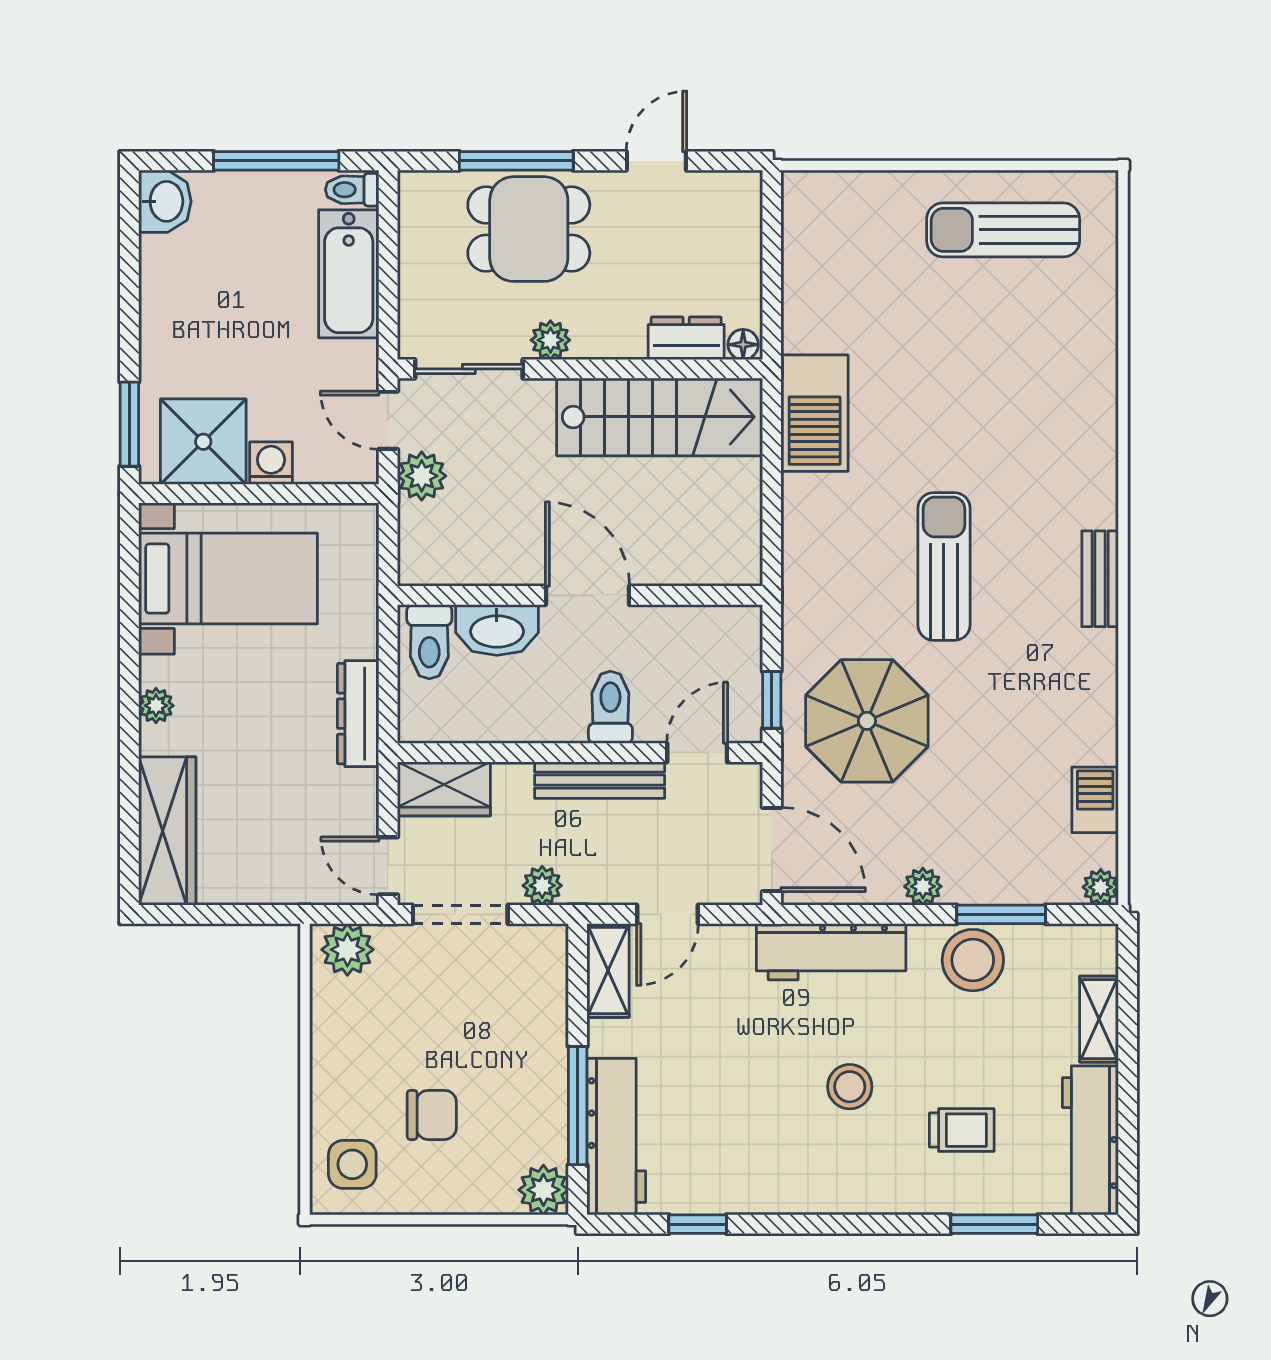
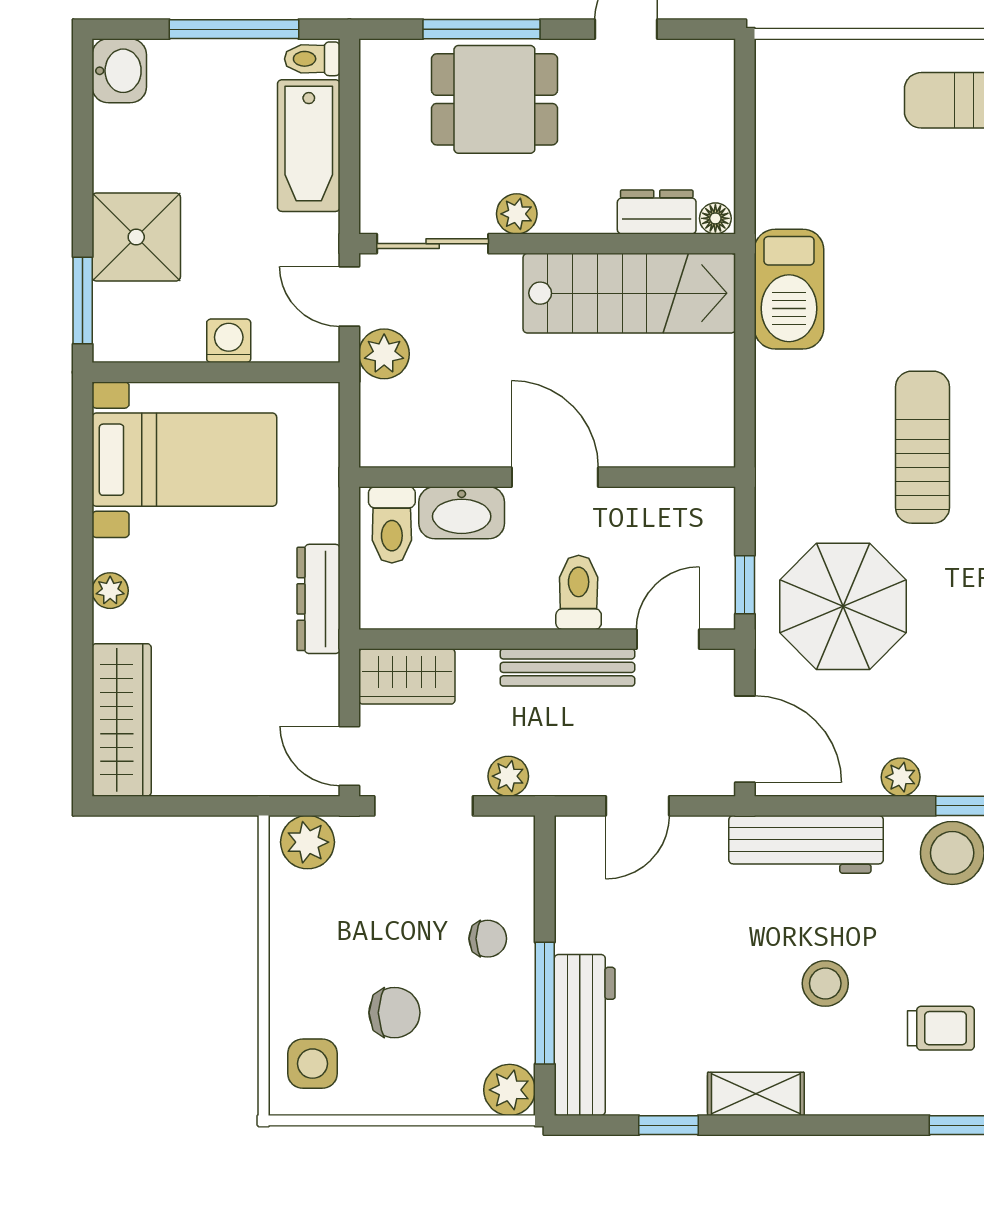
shower: (203, 442) -> (136, 237), moved
shelving: (608, 970) -> (756, 1094), moved, turned 90
chair: (522, 1043) -> (488, 939), added

